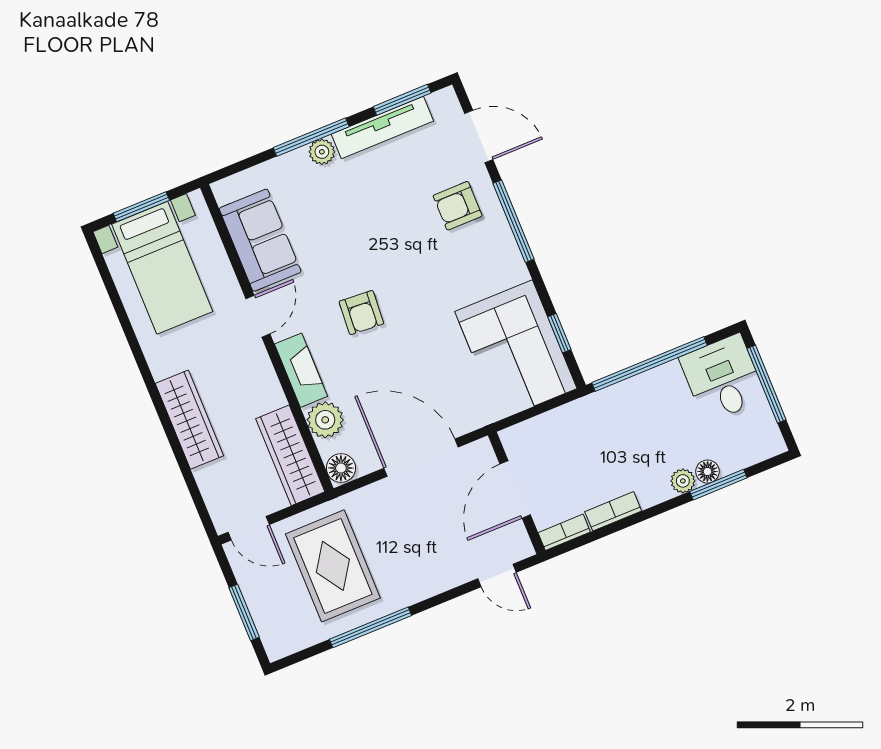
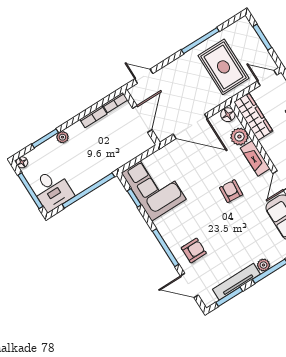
floor lamp: (707, 472) -> (22, 162), moved

